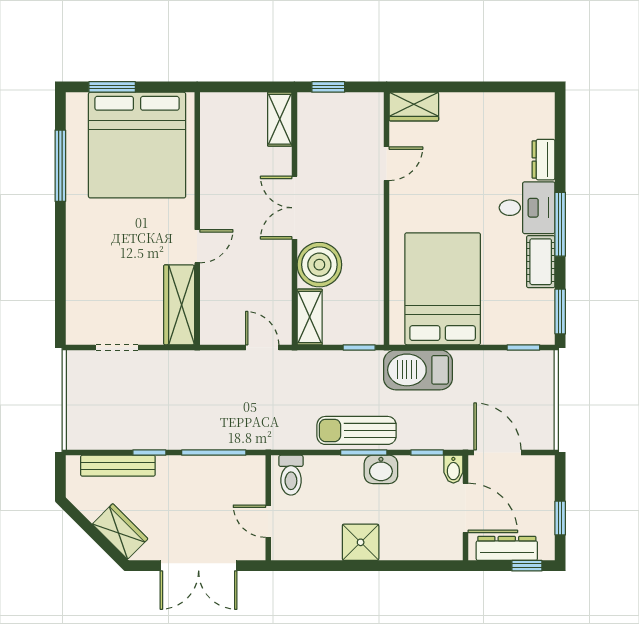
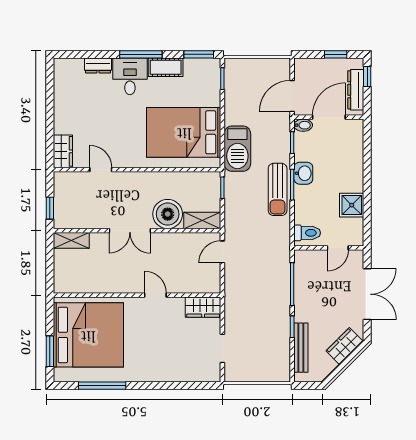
wardrobe: (179, 305) -> (203, 307), width x0.67
shower: (361, 542) -> (352, 205), moved

